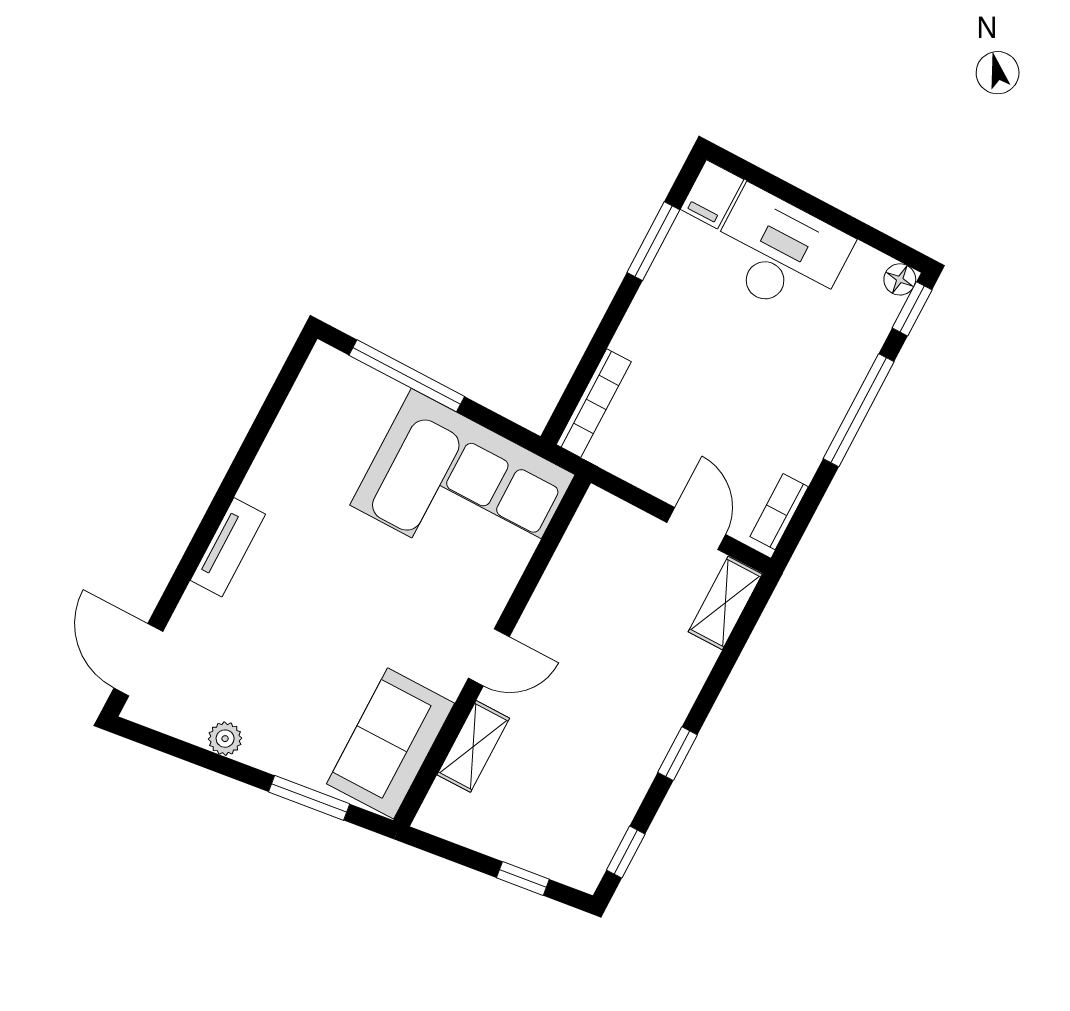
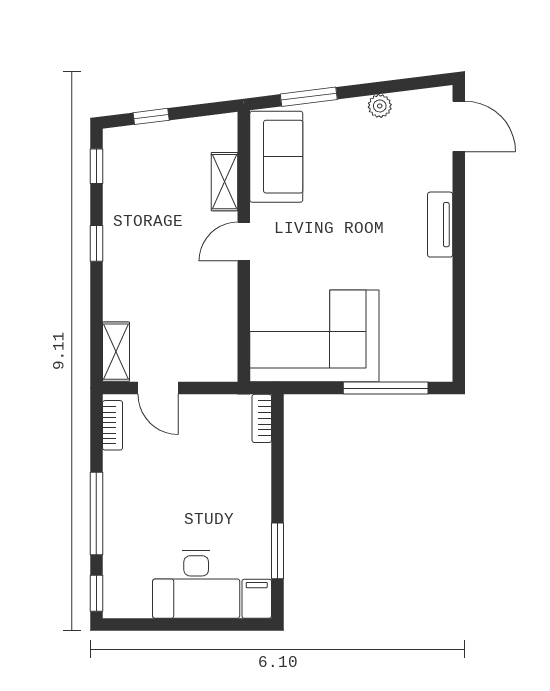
floor lamp: (900, 279) -> (114, 607), removed
bookcase: (594, 403) -> (262, 418), width x0.64

